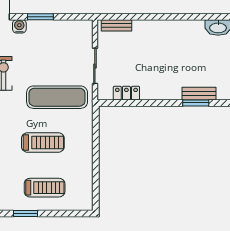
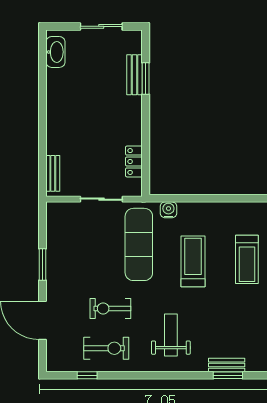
water cooler: (19, 26) -> (168, 210), moved, turned 90
treadmill: (45, 188) -> (247, 259), turned 180

